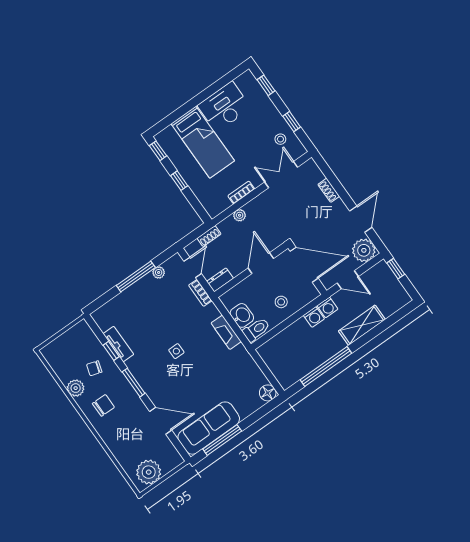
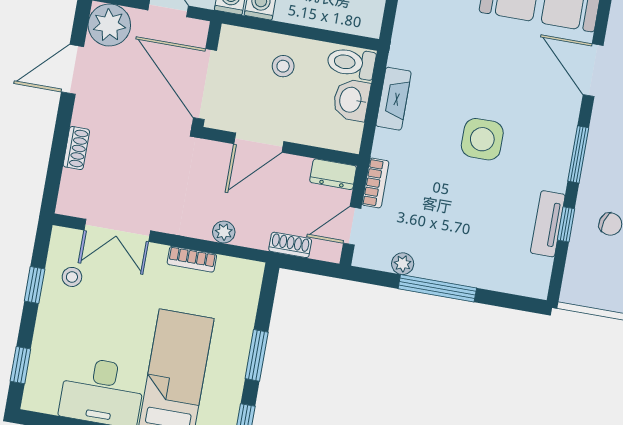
window: (179, 181) -> (257, 355), width x1.50
side table: (176, 351) -> (482, 139), width x1.87, depth x1.87

